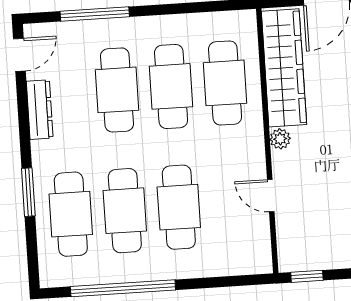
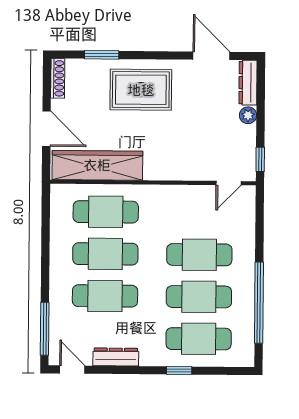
window: (95, 14) -> (45, 329), moved
plant: (280, 139) -> (152, 172), removed
window: (28, 192) -> (179, 370), width x0.67
door: (271, 196) -> (229, 183), moved

